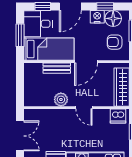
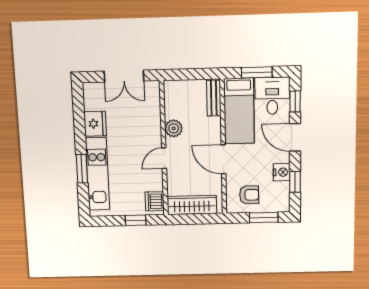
floor lamp: (113, 18) -> (280, 192), removed
armchair: (115, 42) -> (249, 195), turned 90
bench: (57, 68) -> (214, 98), moved

